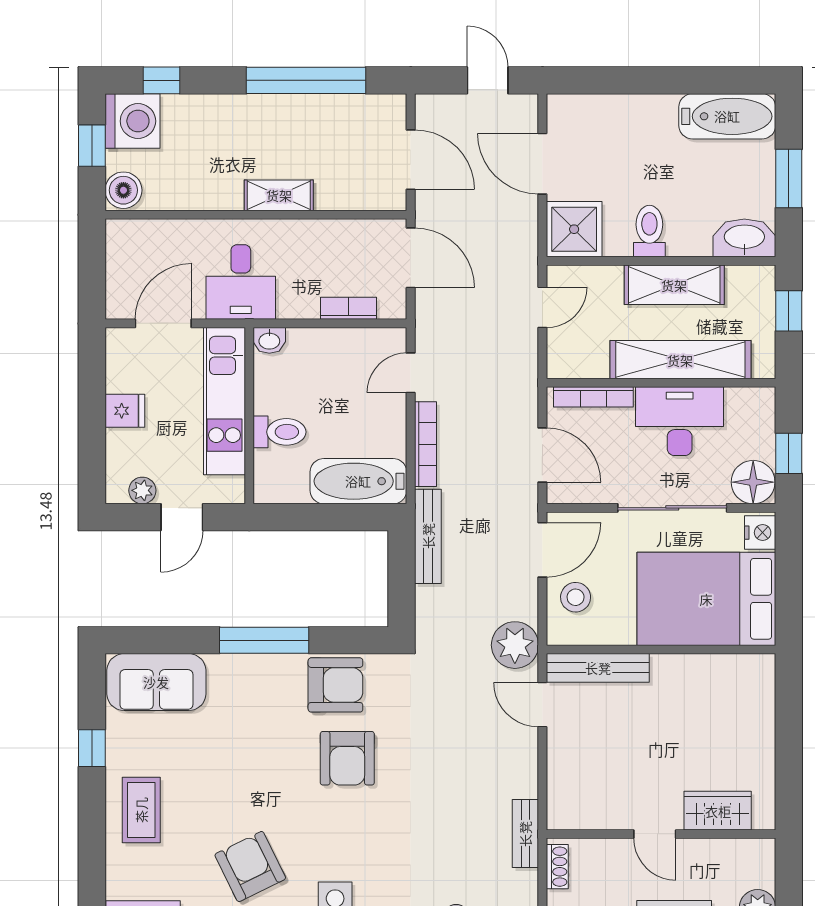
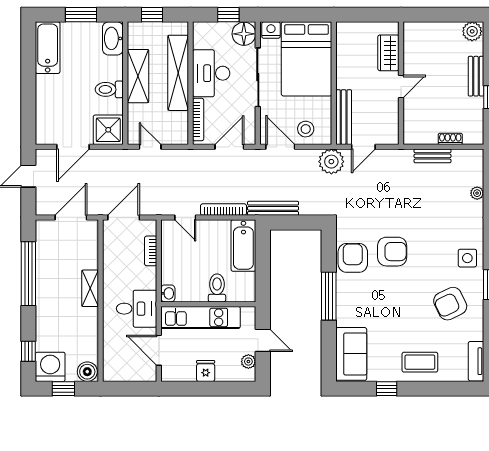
wardrobe: (718, 811) -> (388, 53), moved
door: (655, 834) -> (401, 87), moved
wall: (661, 834) -> (401, 83), moved

